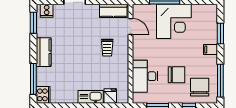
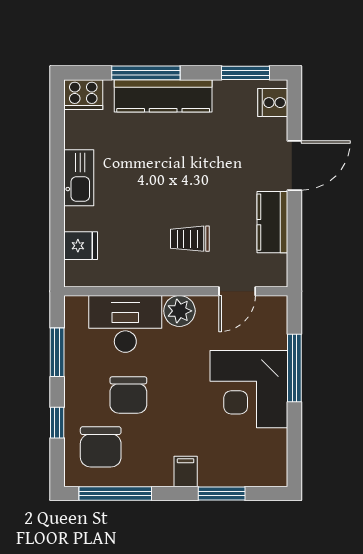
kitchen counter: (113, 11) -> (272, 222), moved
kitchen counter: (44, 52) -> (163, 96), width x1.50
plant: (139, 52) -> (179, 311), added
window: (33, 79) -> (146, 73), moved
chair: (200, 87) -> (101, 447), turned 90
kitchen sink: (91, 97) -> (79, 178), moved

